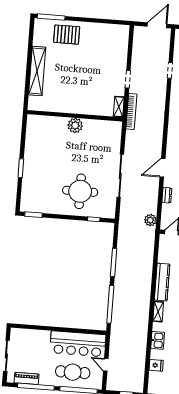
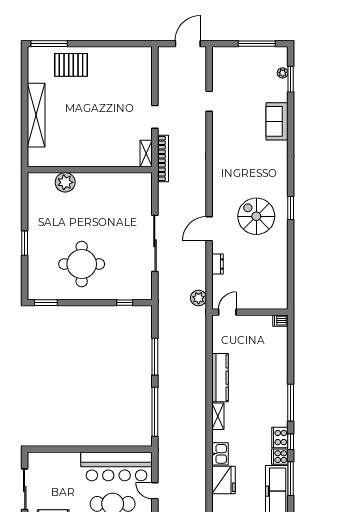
plant: (75, 125) -> (65, 182), moved
round table: (80, 191) -> (82, 264), moved
fridge: (156, 365) -> (224, 480), width x1.88, depth x1.34

